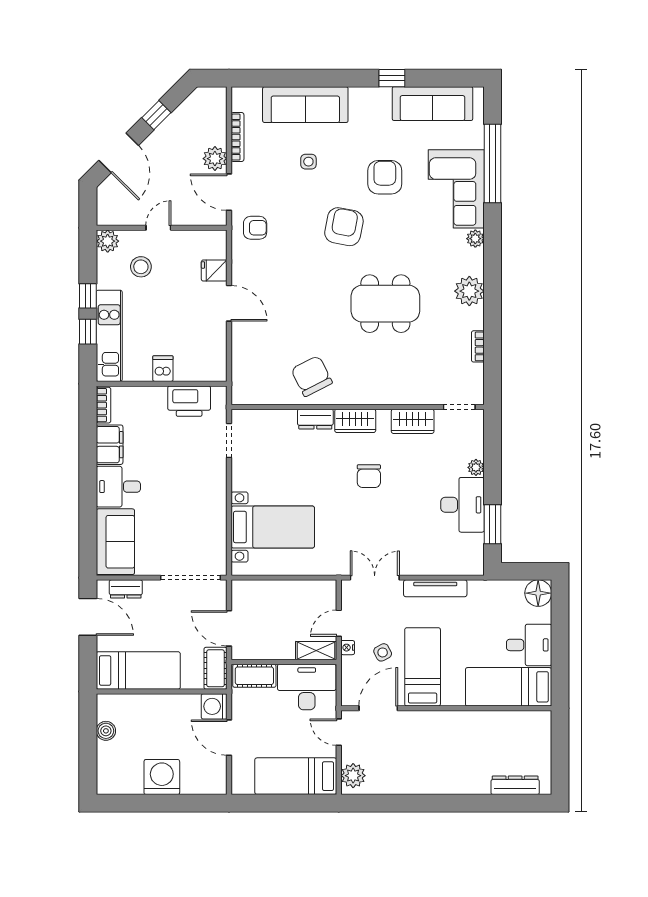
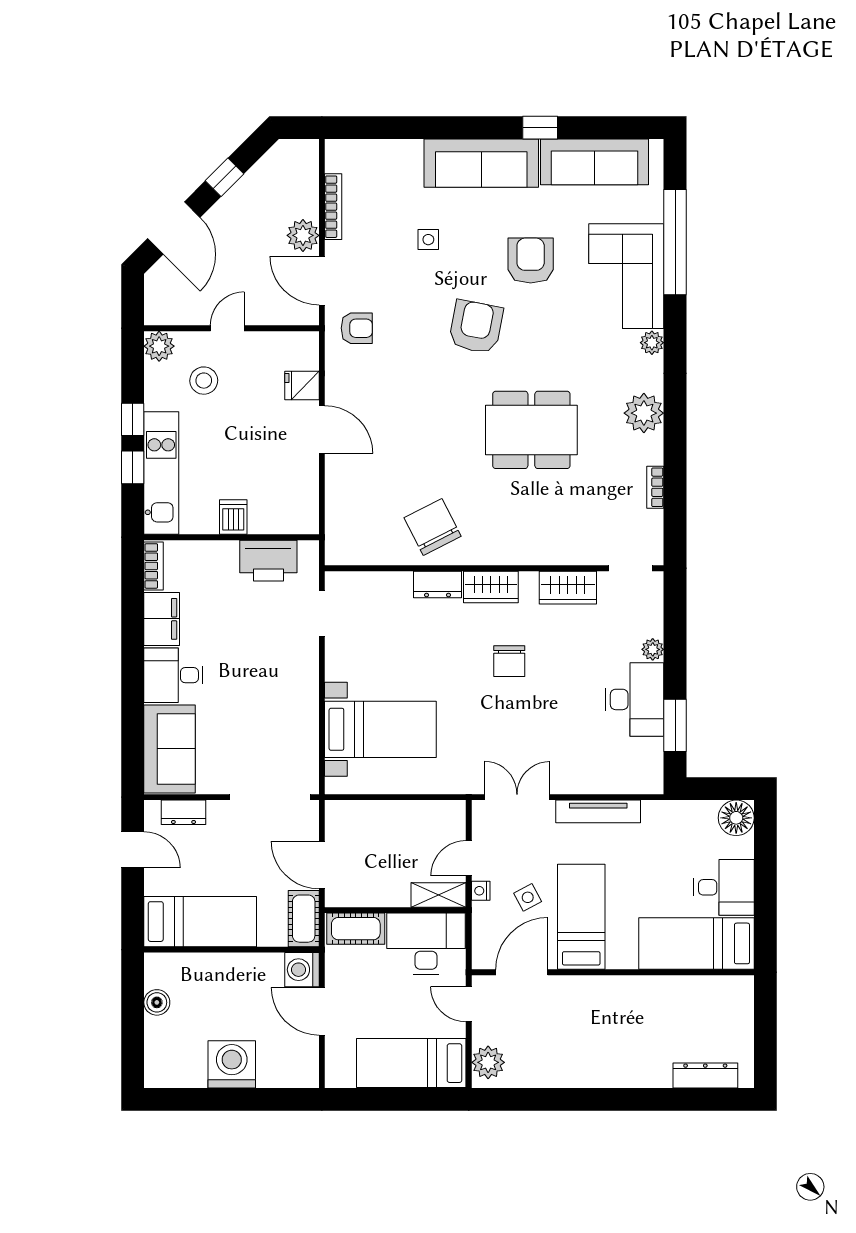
sofa: (305, 105) -> (481, 163), moved
door: (88, 617) -> (133, 850), width x0.73

